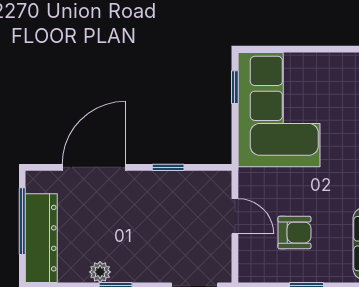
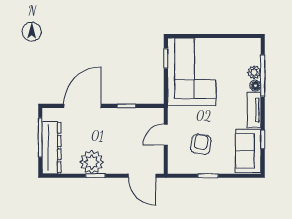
door: (235, 216) -> (166, 135), swing flipped
armchair: (294, 233) -> (201, 144), turned -81
plant: (100, 272) -> (92, 162), width x1.88, depth x1.88

